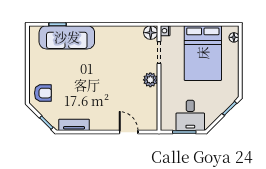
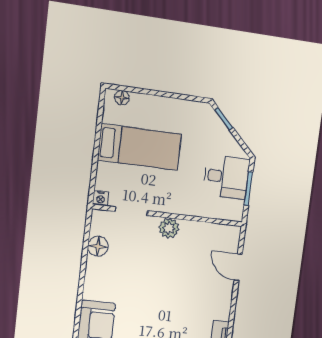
floor lamp: (151, 33) -> (98, 246), moved
bed: (203, 53) -> (140, 147), width x0.67
door: (129, 132) -> (238, 267), hinge flipped

